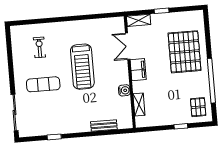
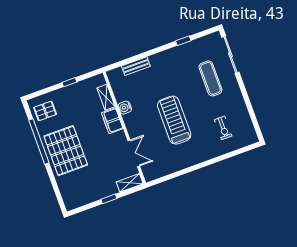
pallet: (185, 52) -> (66, 151), moved
filing cabinet: (138, 70) -> (112, 121), moved
exercise mat: (43, 84) -> (210, 78), moved, turned 90
pallet: (198, 107) -> (45, 111), turned 90
window: (181, 126) -> (69, 82), moved

